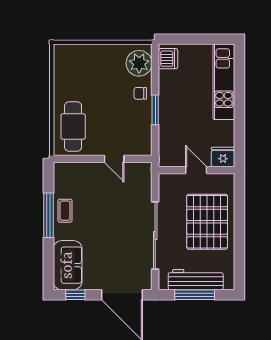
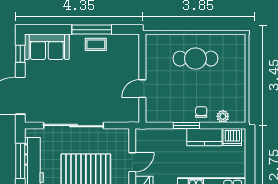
plant: (139, 63) -> (223, 116), width x0.53, depth x0.53
kitchen counter: (168, 90) -> (204, 137), added
cafe table: (73, 127) -> (195, 59), moved

